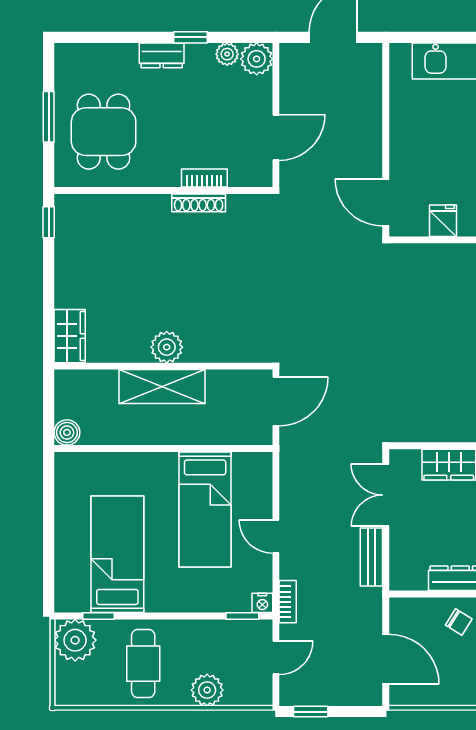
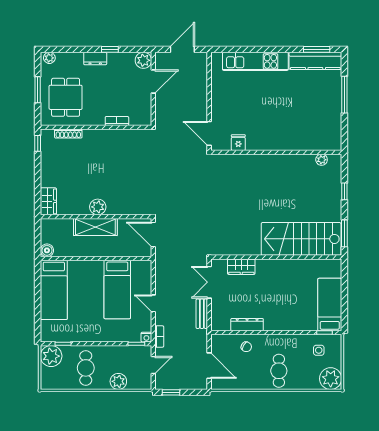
plant: (227, 54) -> (49, 58), moved
door: (276, 137) -> (153, 81), moved
shoe rack: (199, 203) -> (68, 134), moved
door: (276, 401) -> (153, 235), swing flipped
bed: (117, 554) -> (54, 290), moved, turned 180

